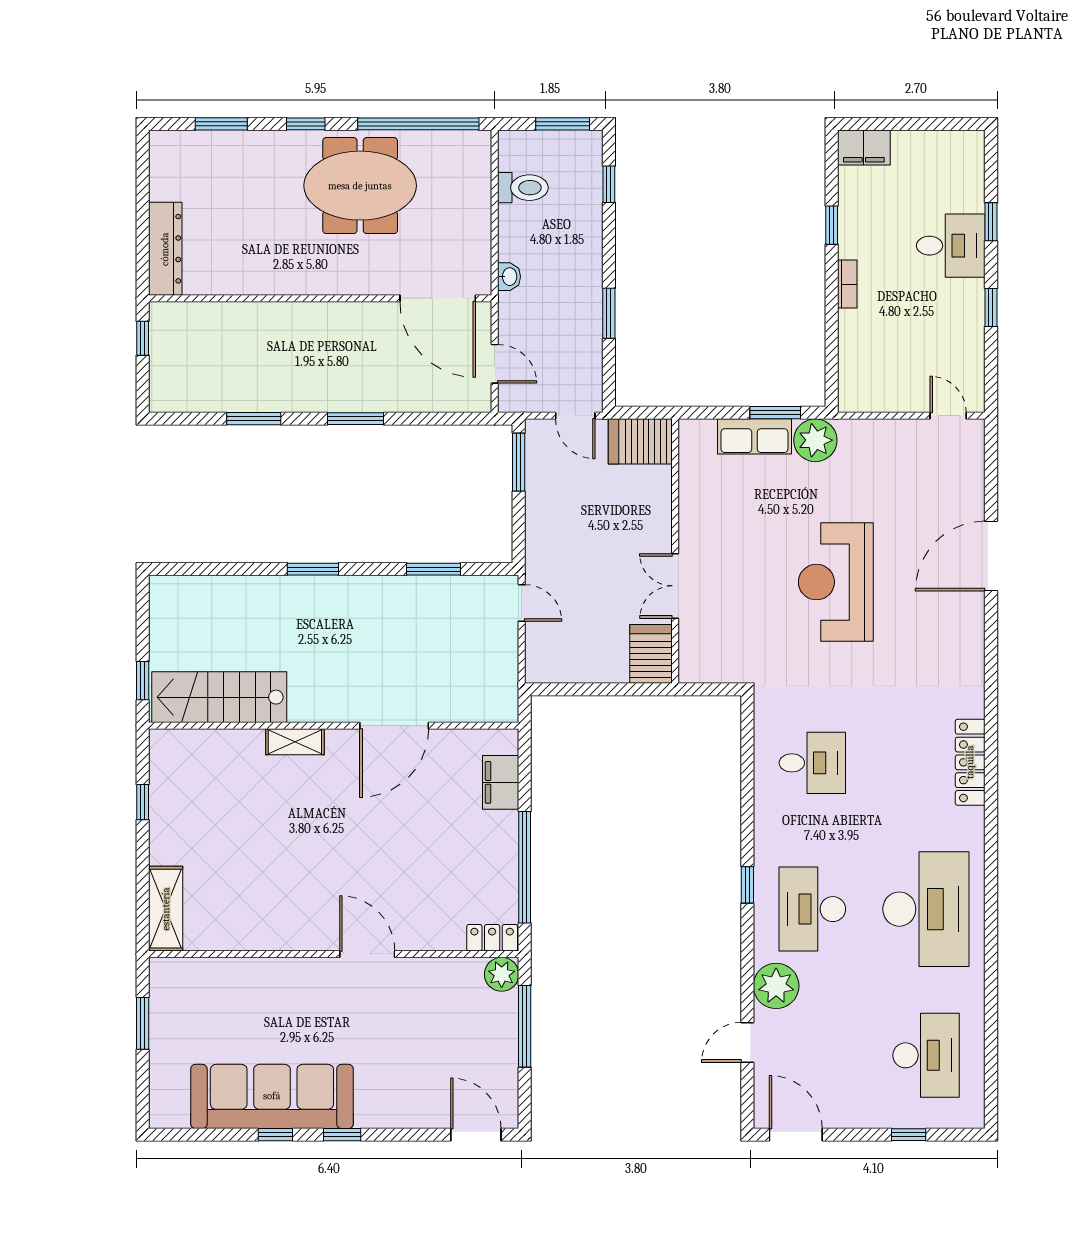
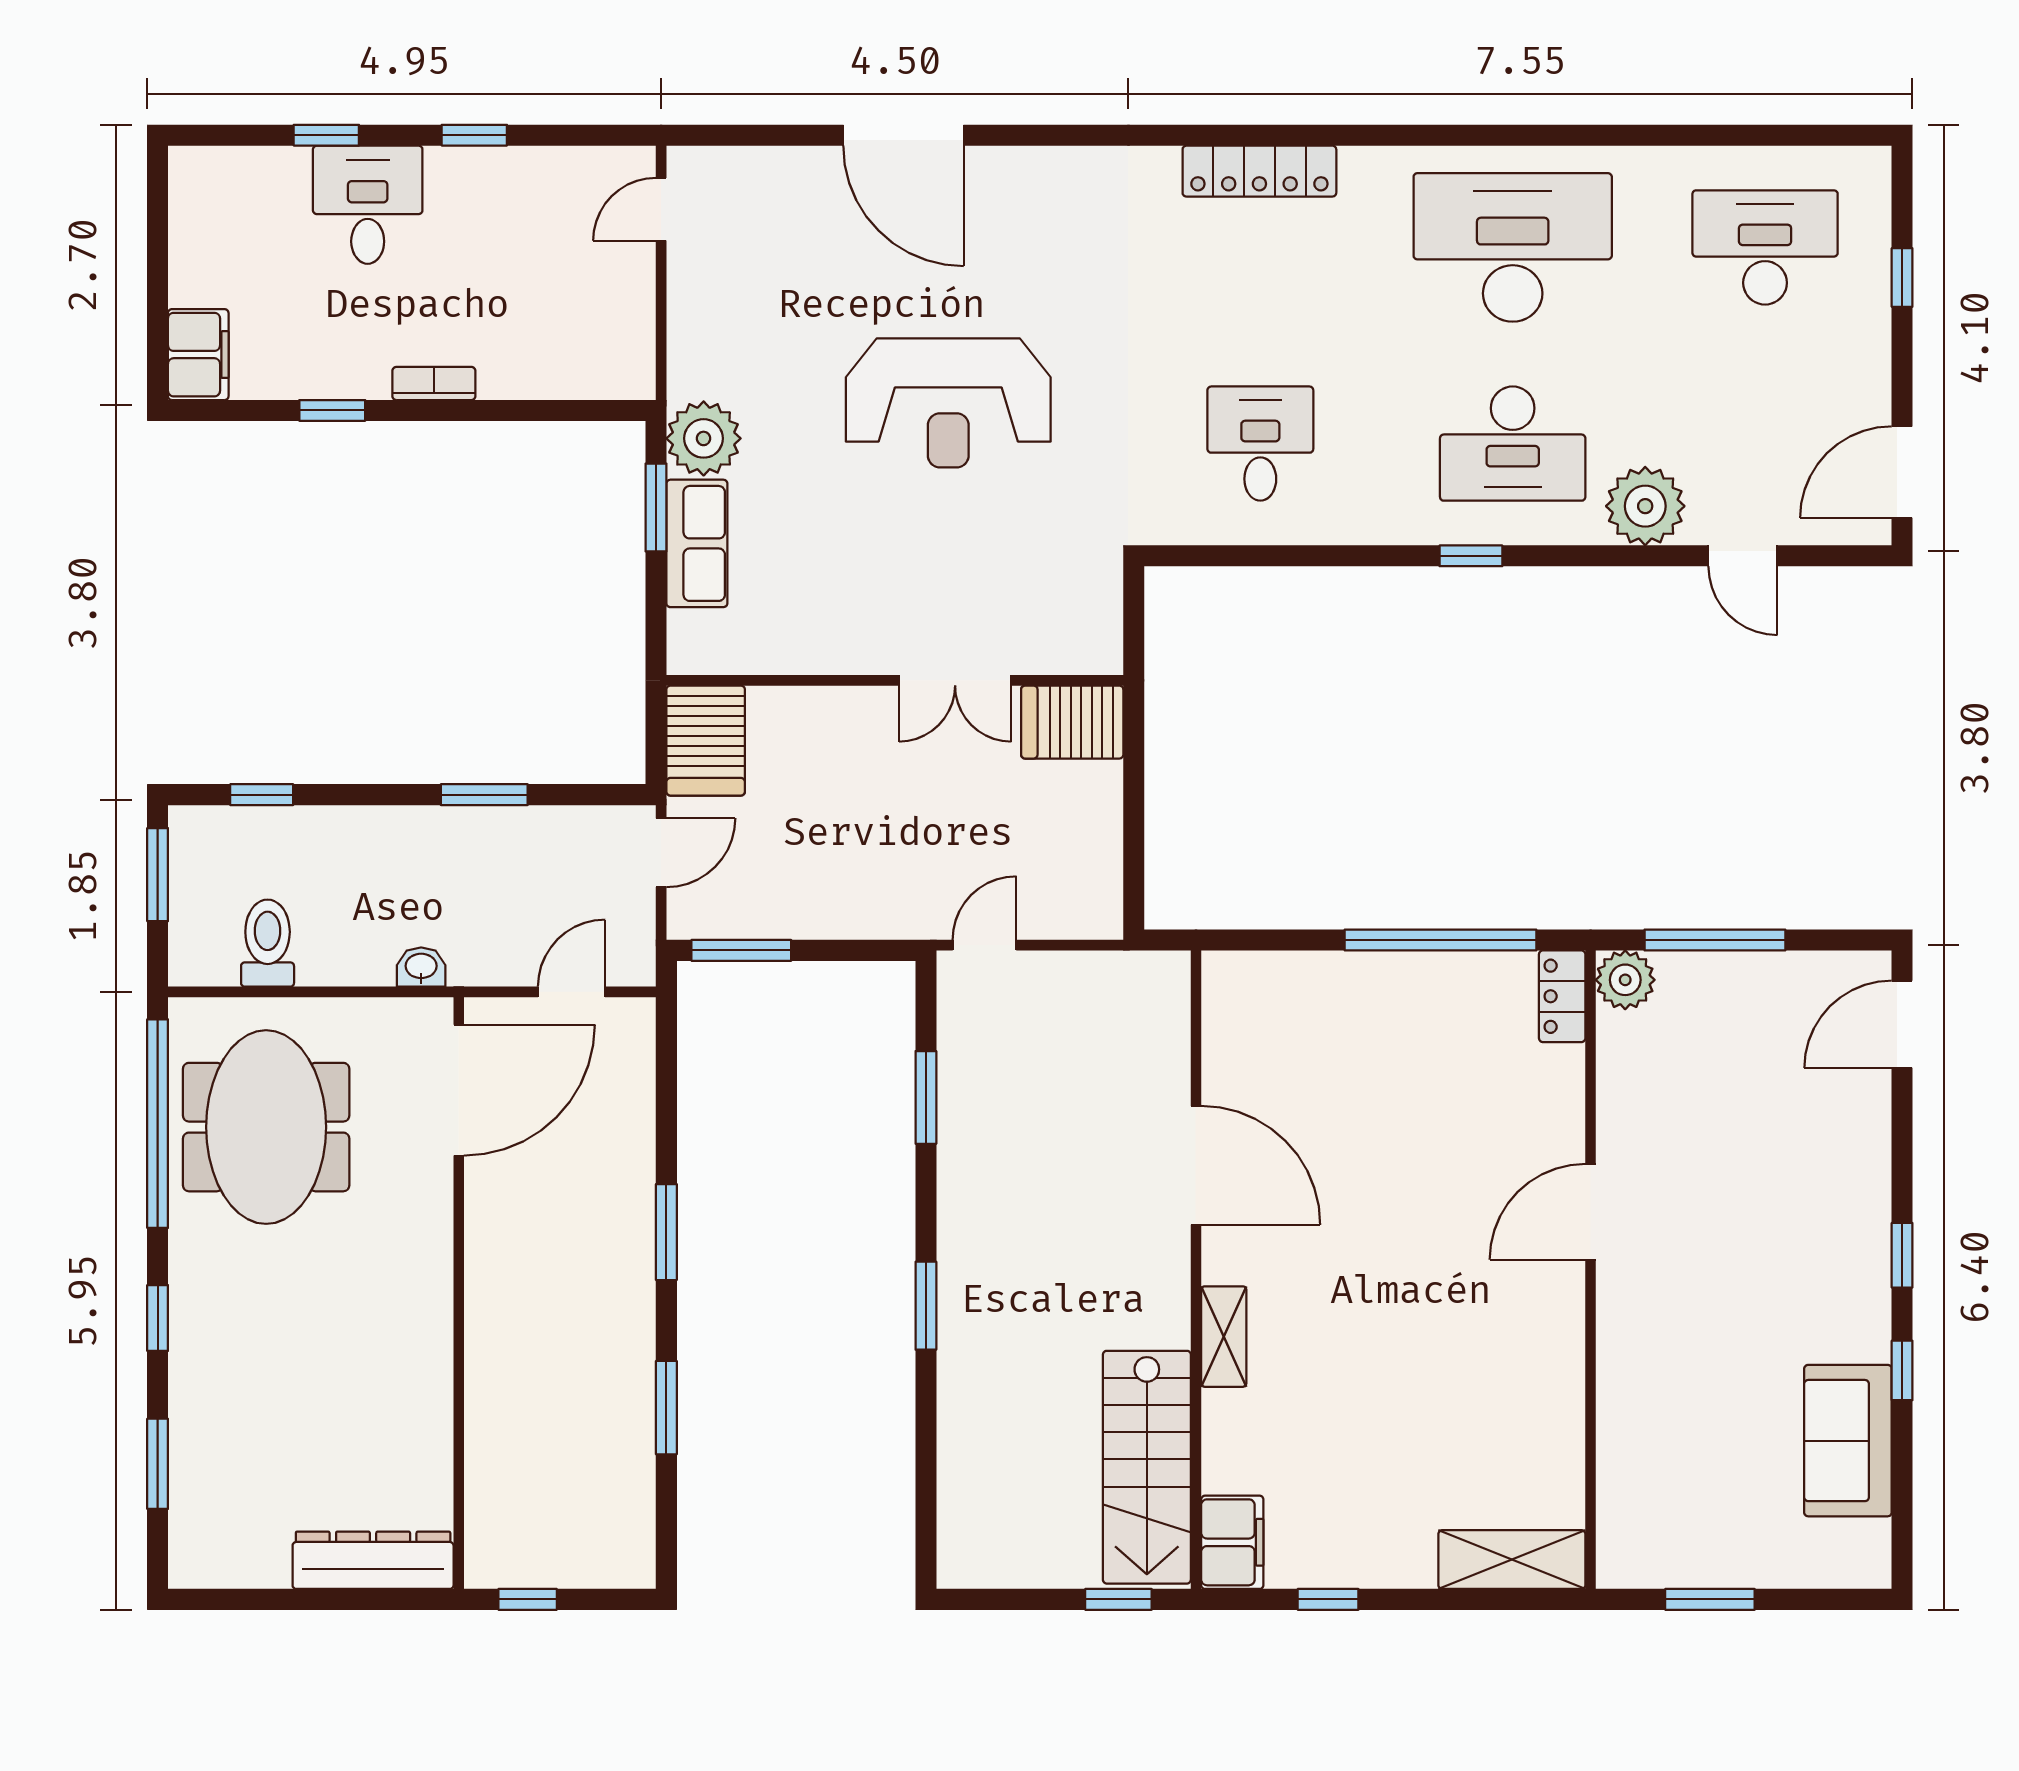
meeting table: (360, 186) -> (266, 1127), moved
filing cabinet: (501, 782) -> (1232, 1542), moved, turned -90
sofa: (272, 1096) -> (1848, 1441), width x0.54, depth x0.79

